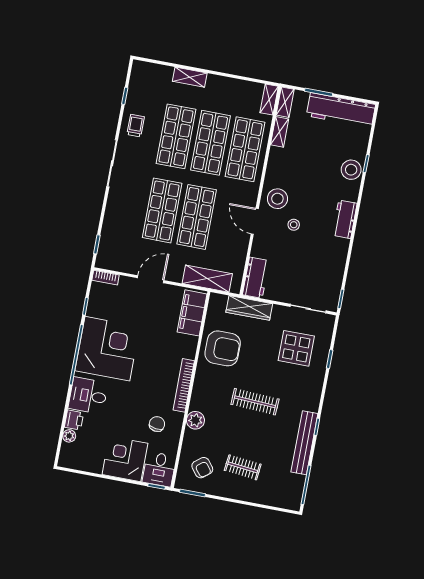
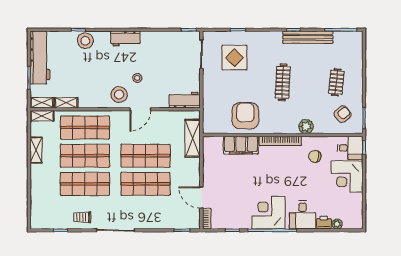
shelving: (190, 77) -> (36, 150), moved
door: (151, 279) -> (201, 198), moved
wardrobe: (249, 308) -> (209, 101), removed
filing cabinet: (192, 313) -> (241, 145), moved
corner desk: (107, 349) -> (269, 213), width x0.74, depth x0.74

